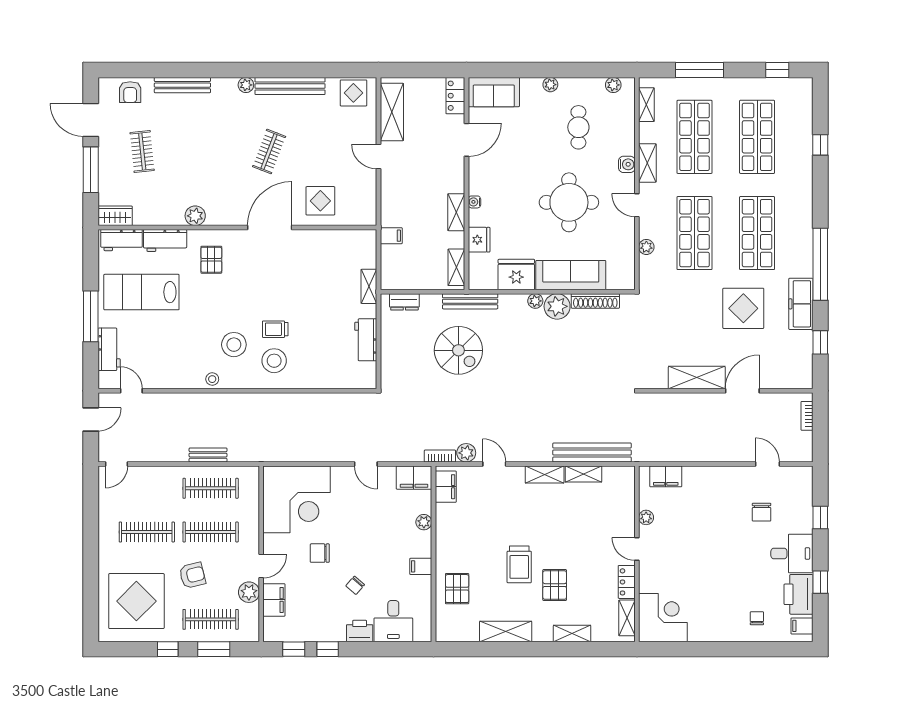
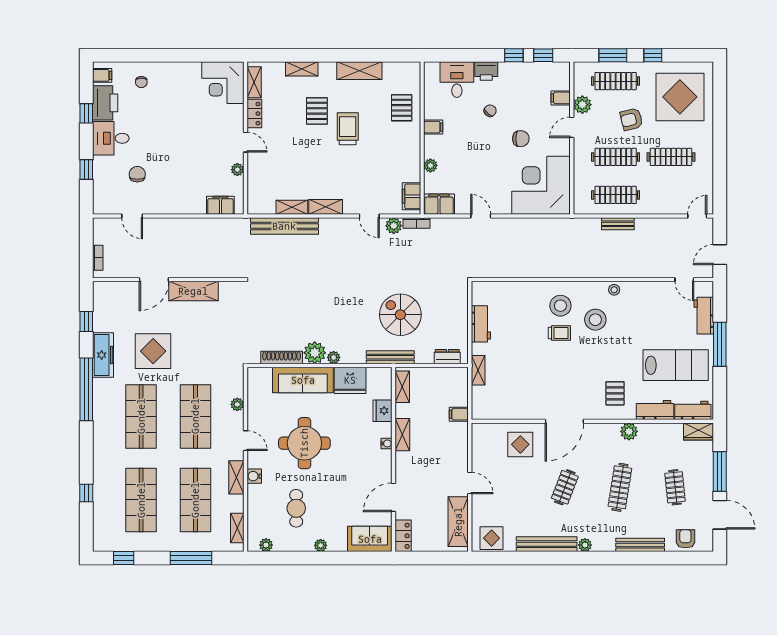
clothes rail: (206, 152) -> (620, 487), added
filing cabinet: (274, 600) -> (561, 98), width x0.50

